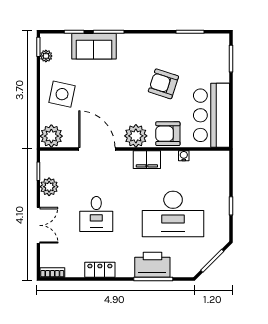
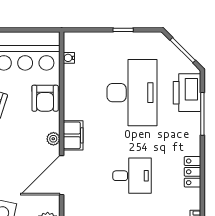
plant: (136, 136) -> (53, 139), width x0.53, depth x0.53
water cooler: (184, 156) -> (69, 58), moved
filing cabinet: (147, 160) -> (73, 135), moved
printer: (152, 265) -> (187, 93), moved

